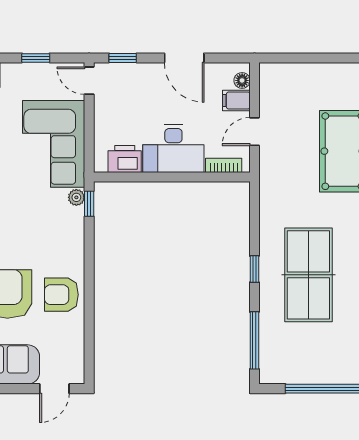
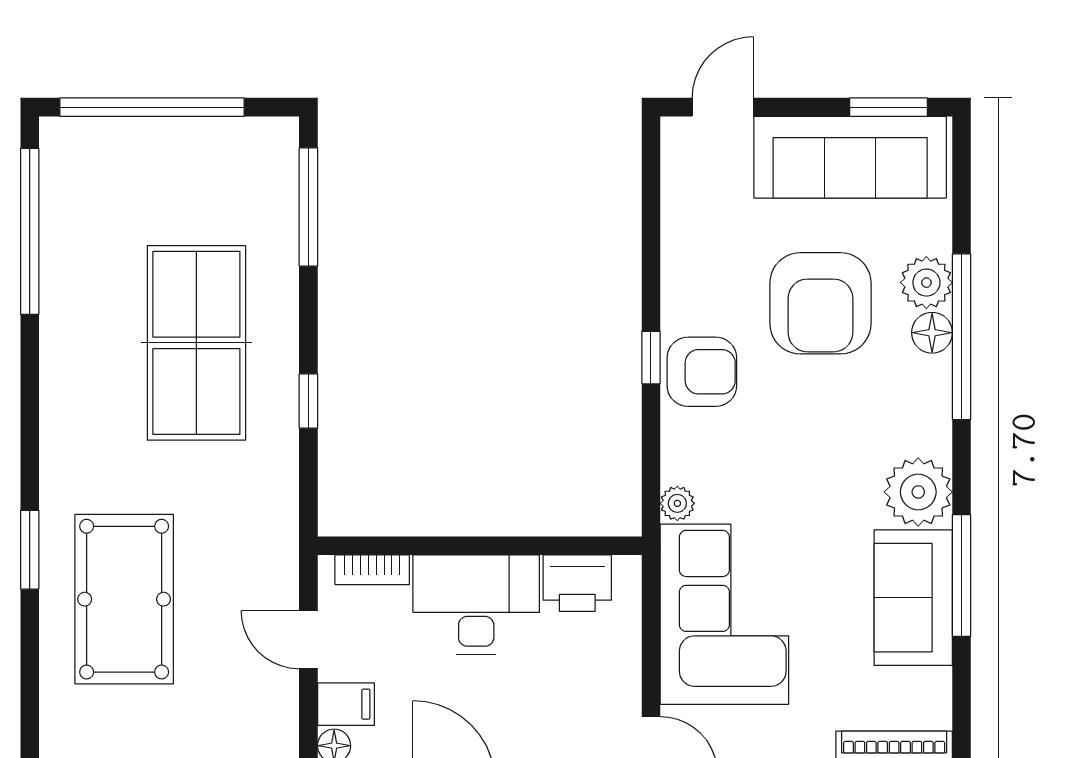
door: (254, 132) -> (308, 640), swing flipped
window: (89, 204) -> (651, 358), moved
window: (254, 269) -> (308, 401), moved
armchair: (61, 295) -> (702, 372), moved

